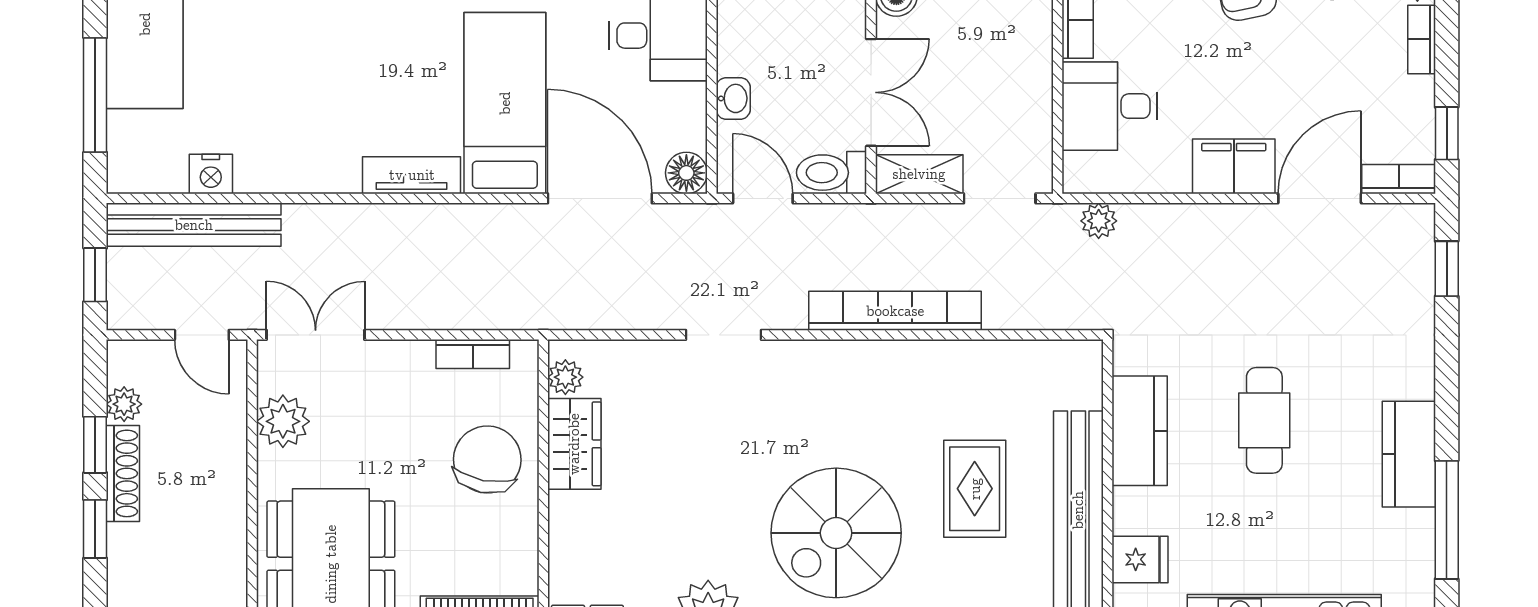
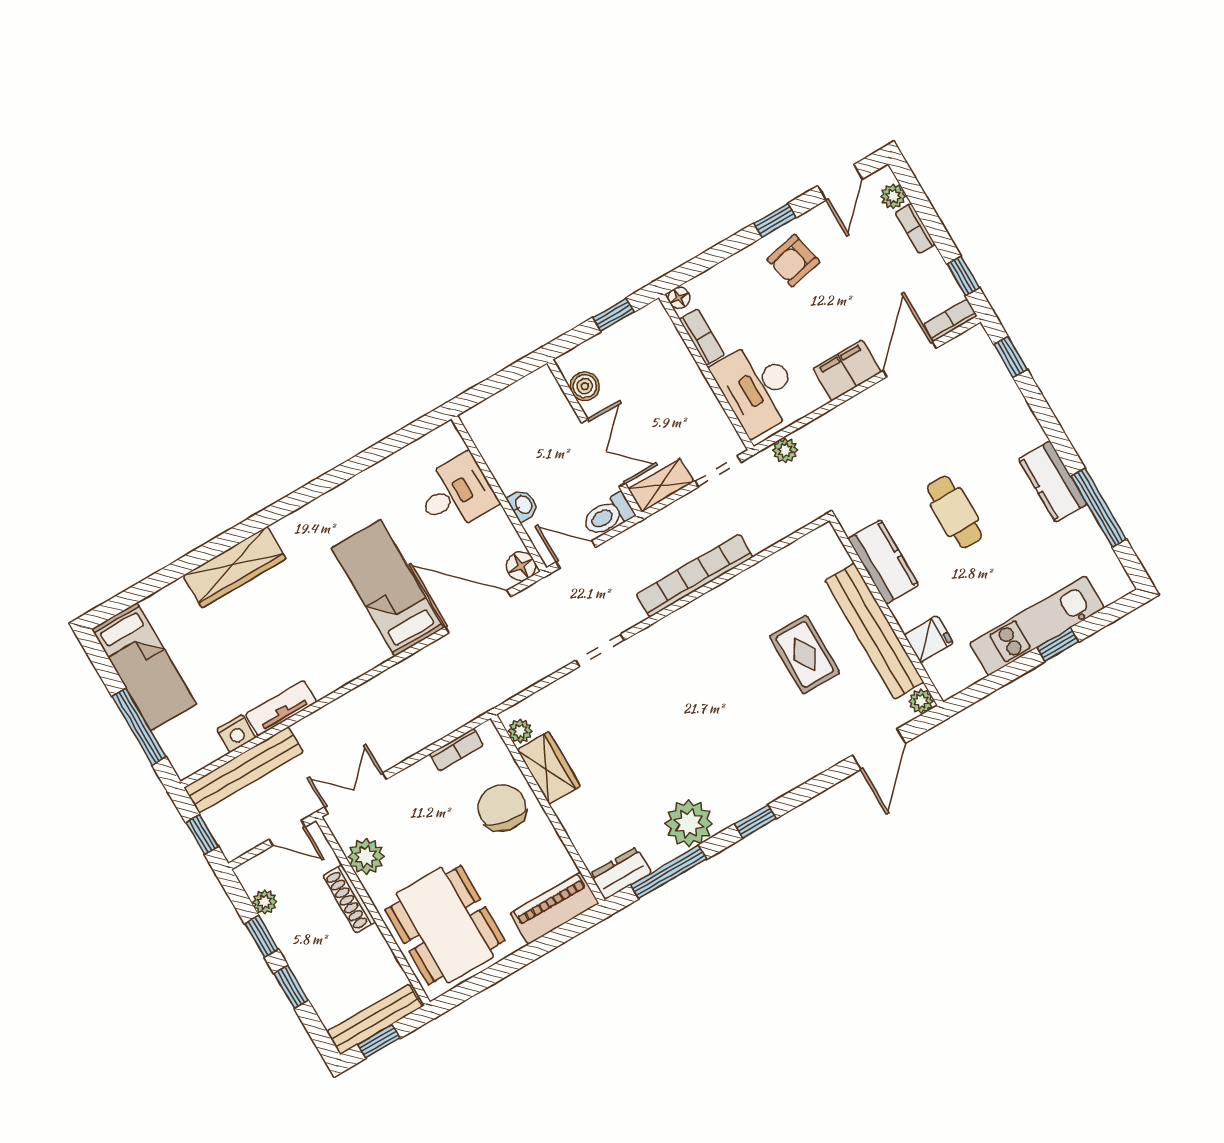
desk: (1110, 106) -> (757, 388), width x1.37
tv unit: (412, 175) -> (281, 708), moved
shoe rack: (123, 473) -> (349, 899), moved, turned 180
spiral stairs: (836, 533) -> (737, 730), removed

